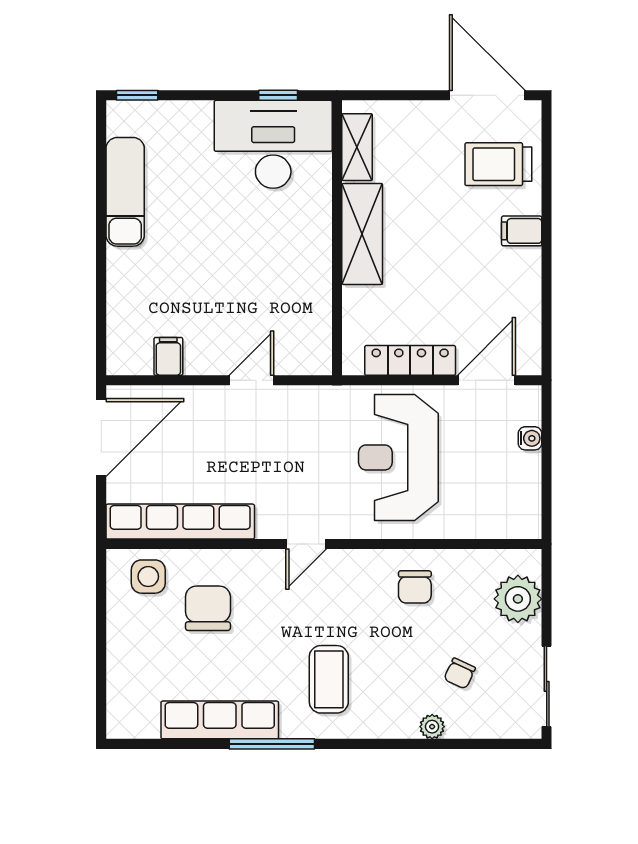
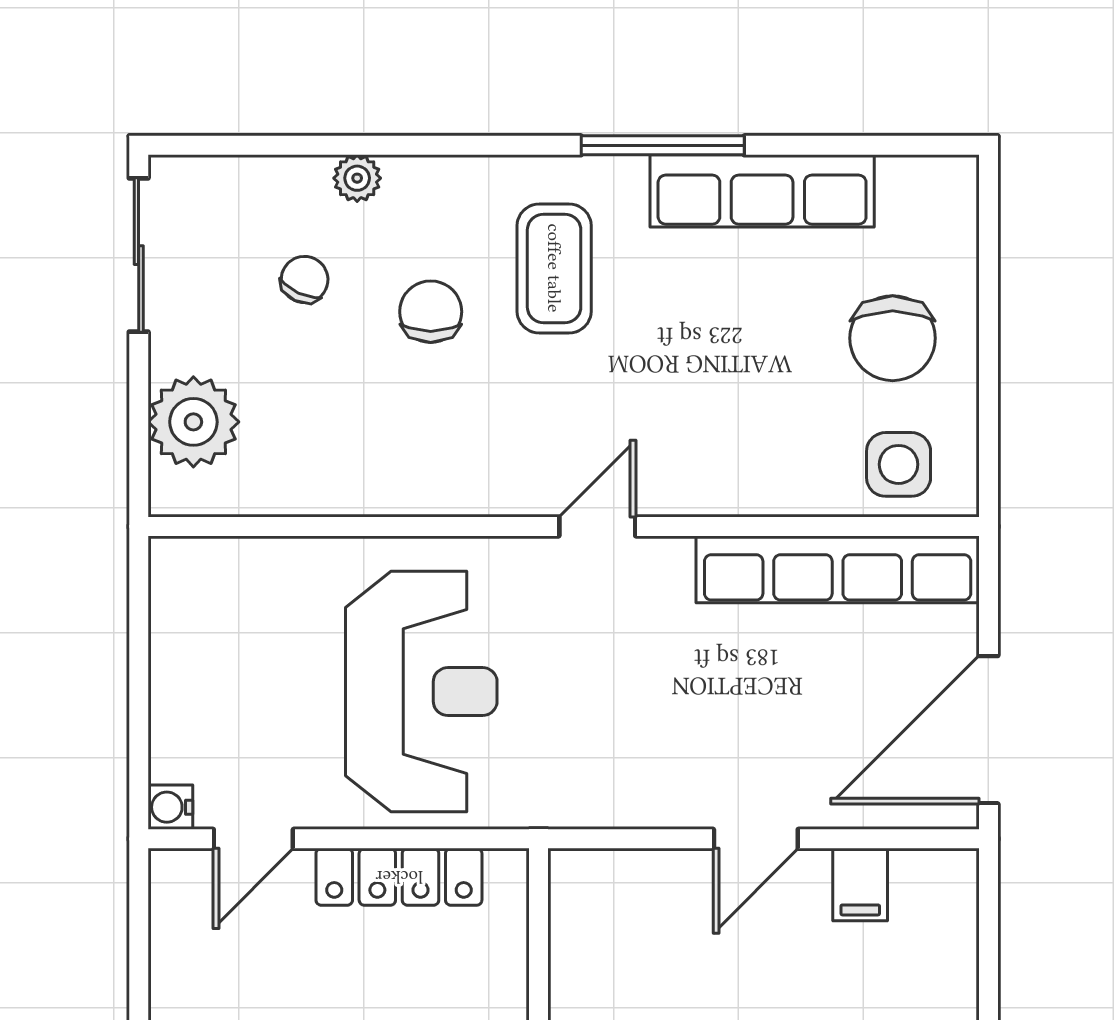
door: (251, 380) -> (756, 839), moved
door: (486, 380) -> (253, 839), width x0.73
water cooler: (530, 438) -> (170, 807), moved
chair: (415, 587) -> (431, 312), moved
chair: (208, 608) -> (893, 338), moved

